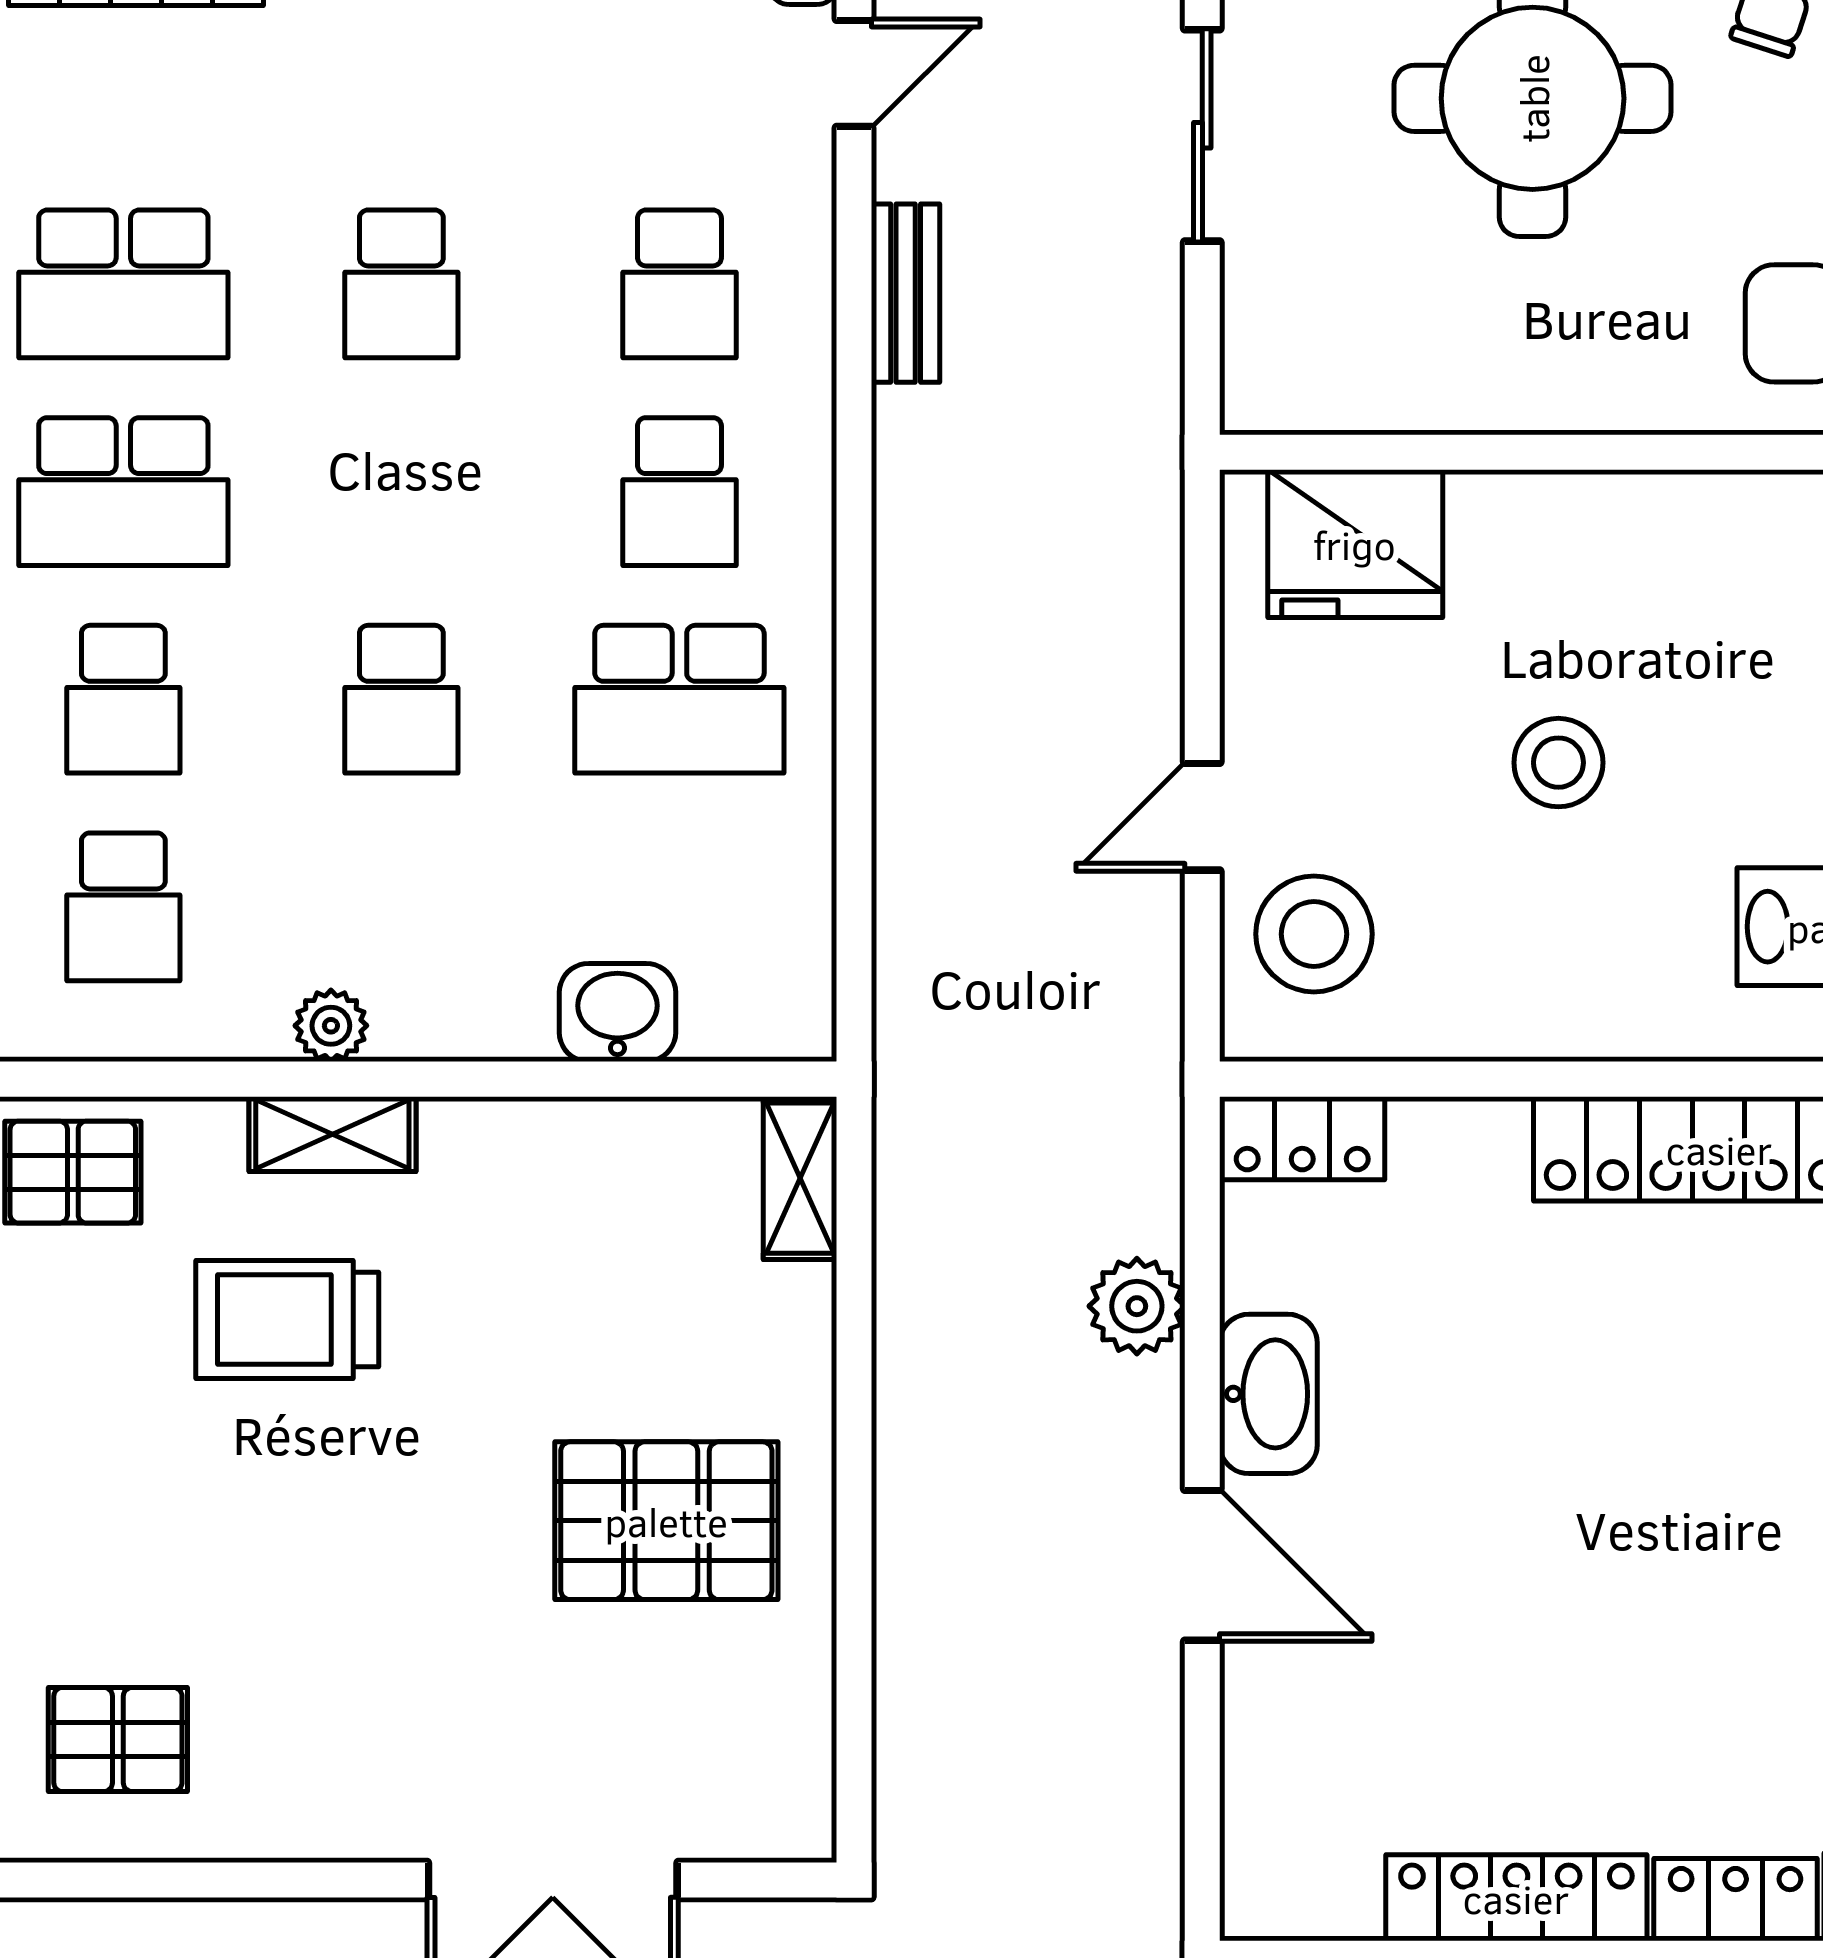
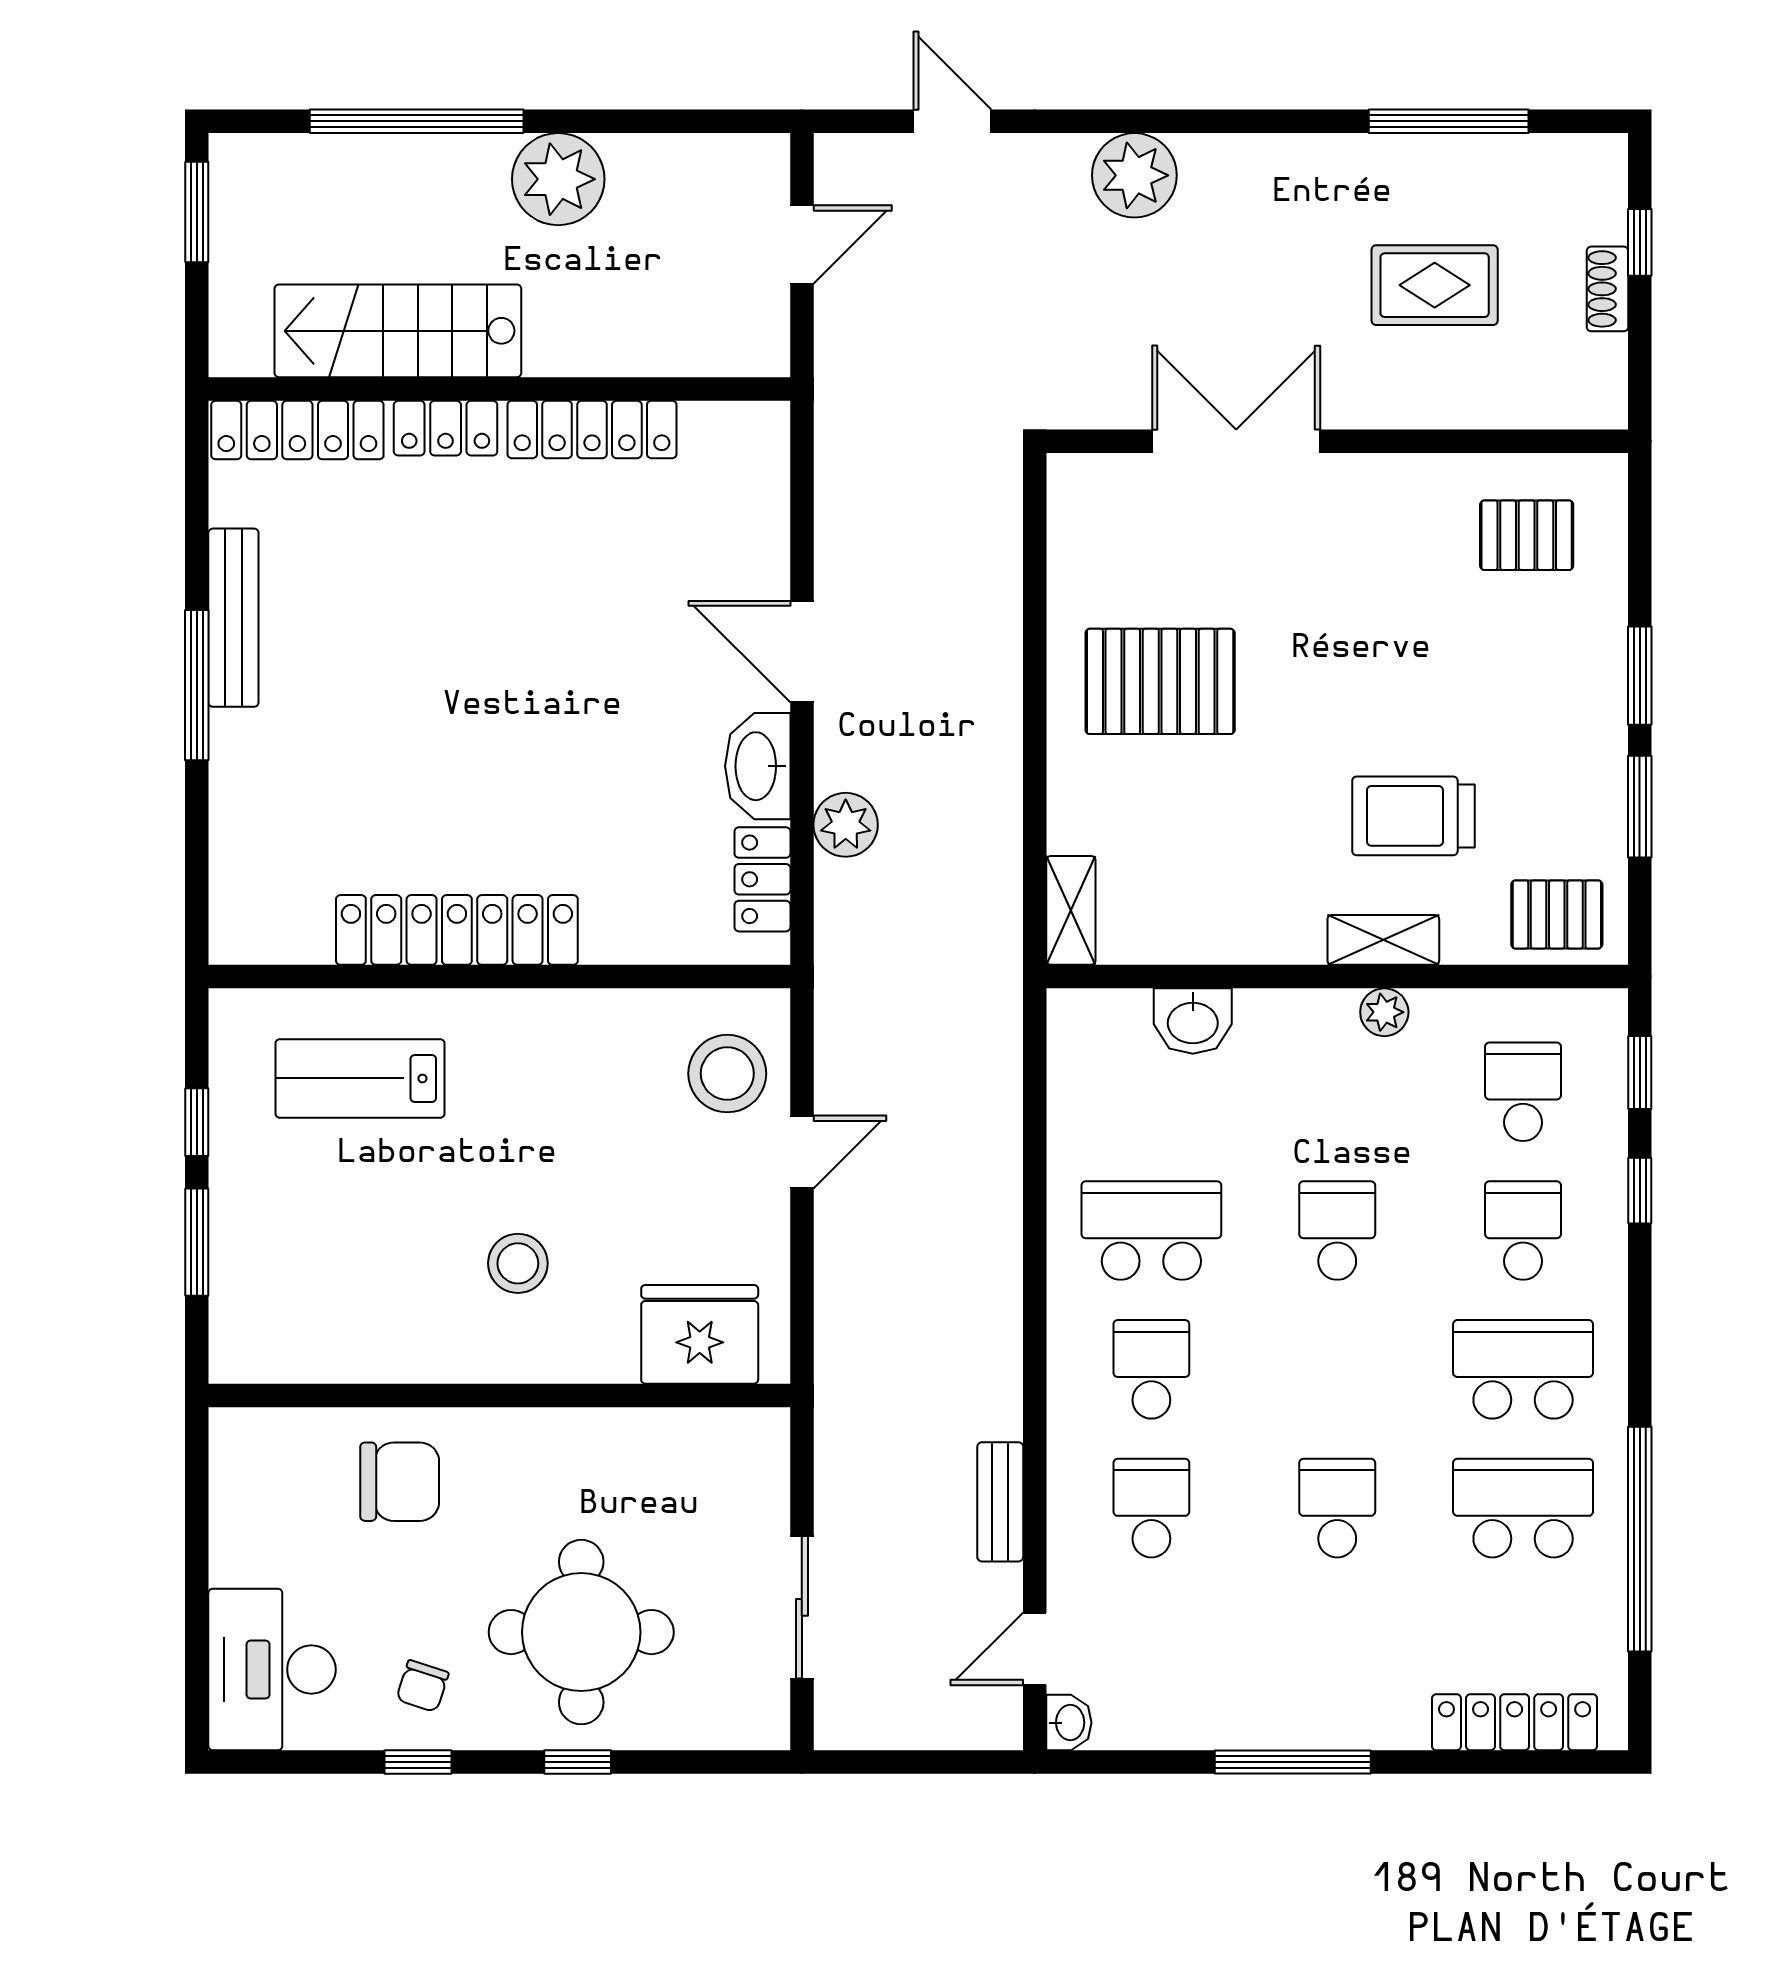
stool: (1558, 763) -> (518, 1263), moved
locker: (1302, 1138) -> (762, 879), moved, turned -90
trolley: (287, 1320) -> (1414, 816), turned 180

